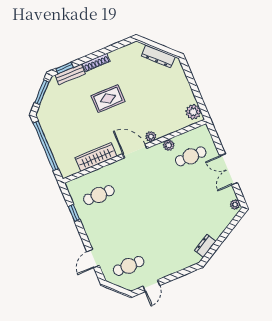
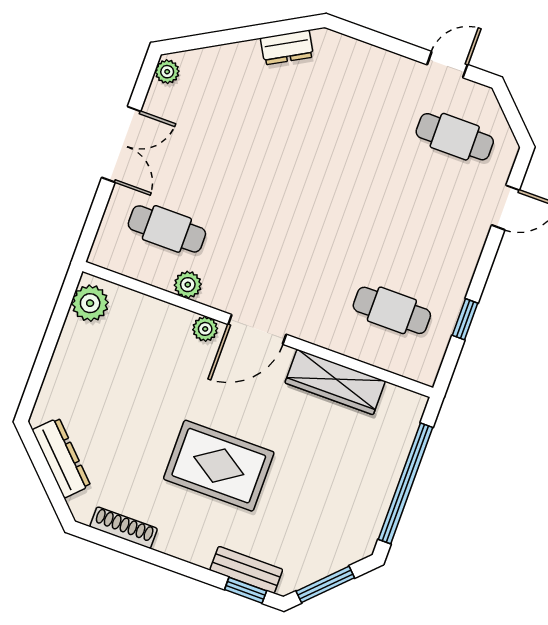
shoe rack: (96, 63) -> (124, 528), moved
rug: (108, 99) -> (219, 466), width x1.36, depth x1.43
door: (135, 151) -> (257, 329), hinge flipped

